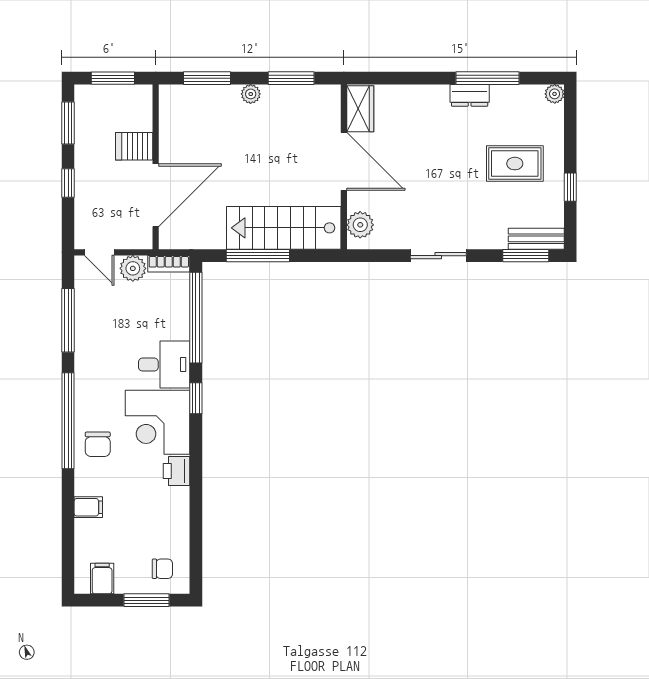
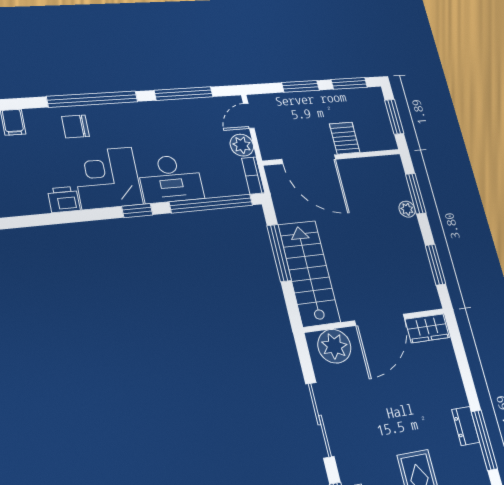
plant: (251, 94) -> (407, 209), moved
window: (68, 183) -> (301, 86), width x1.50
plant: (360, 225) -> (334, 346), width x1.36, depth x1.36
sliding door: (438, 256) -> (320, 420), width x1.37
desk: (164, 365) -> (170, 179), width x1.37

